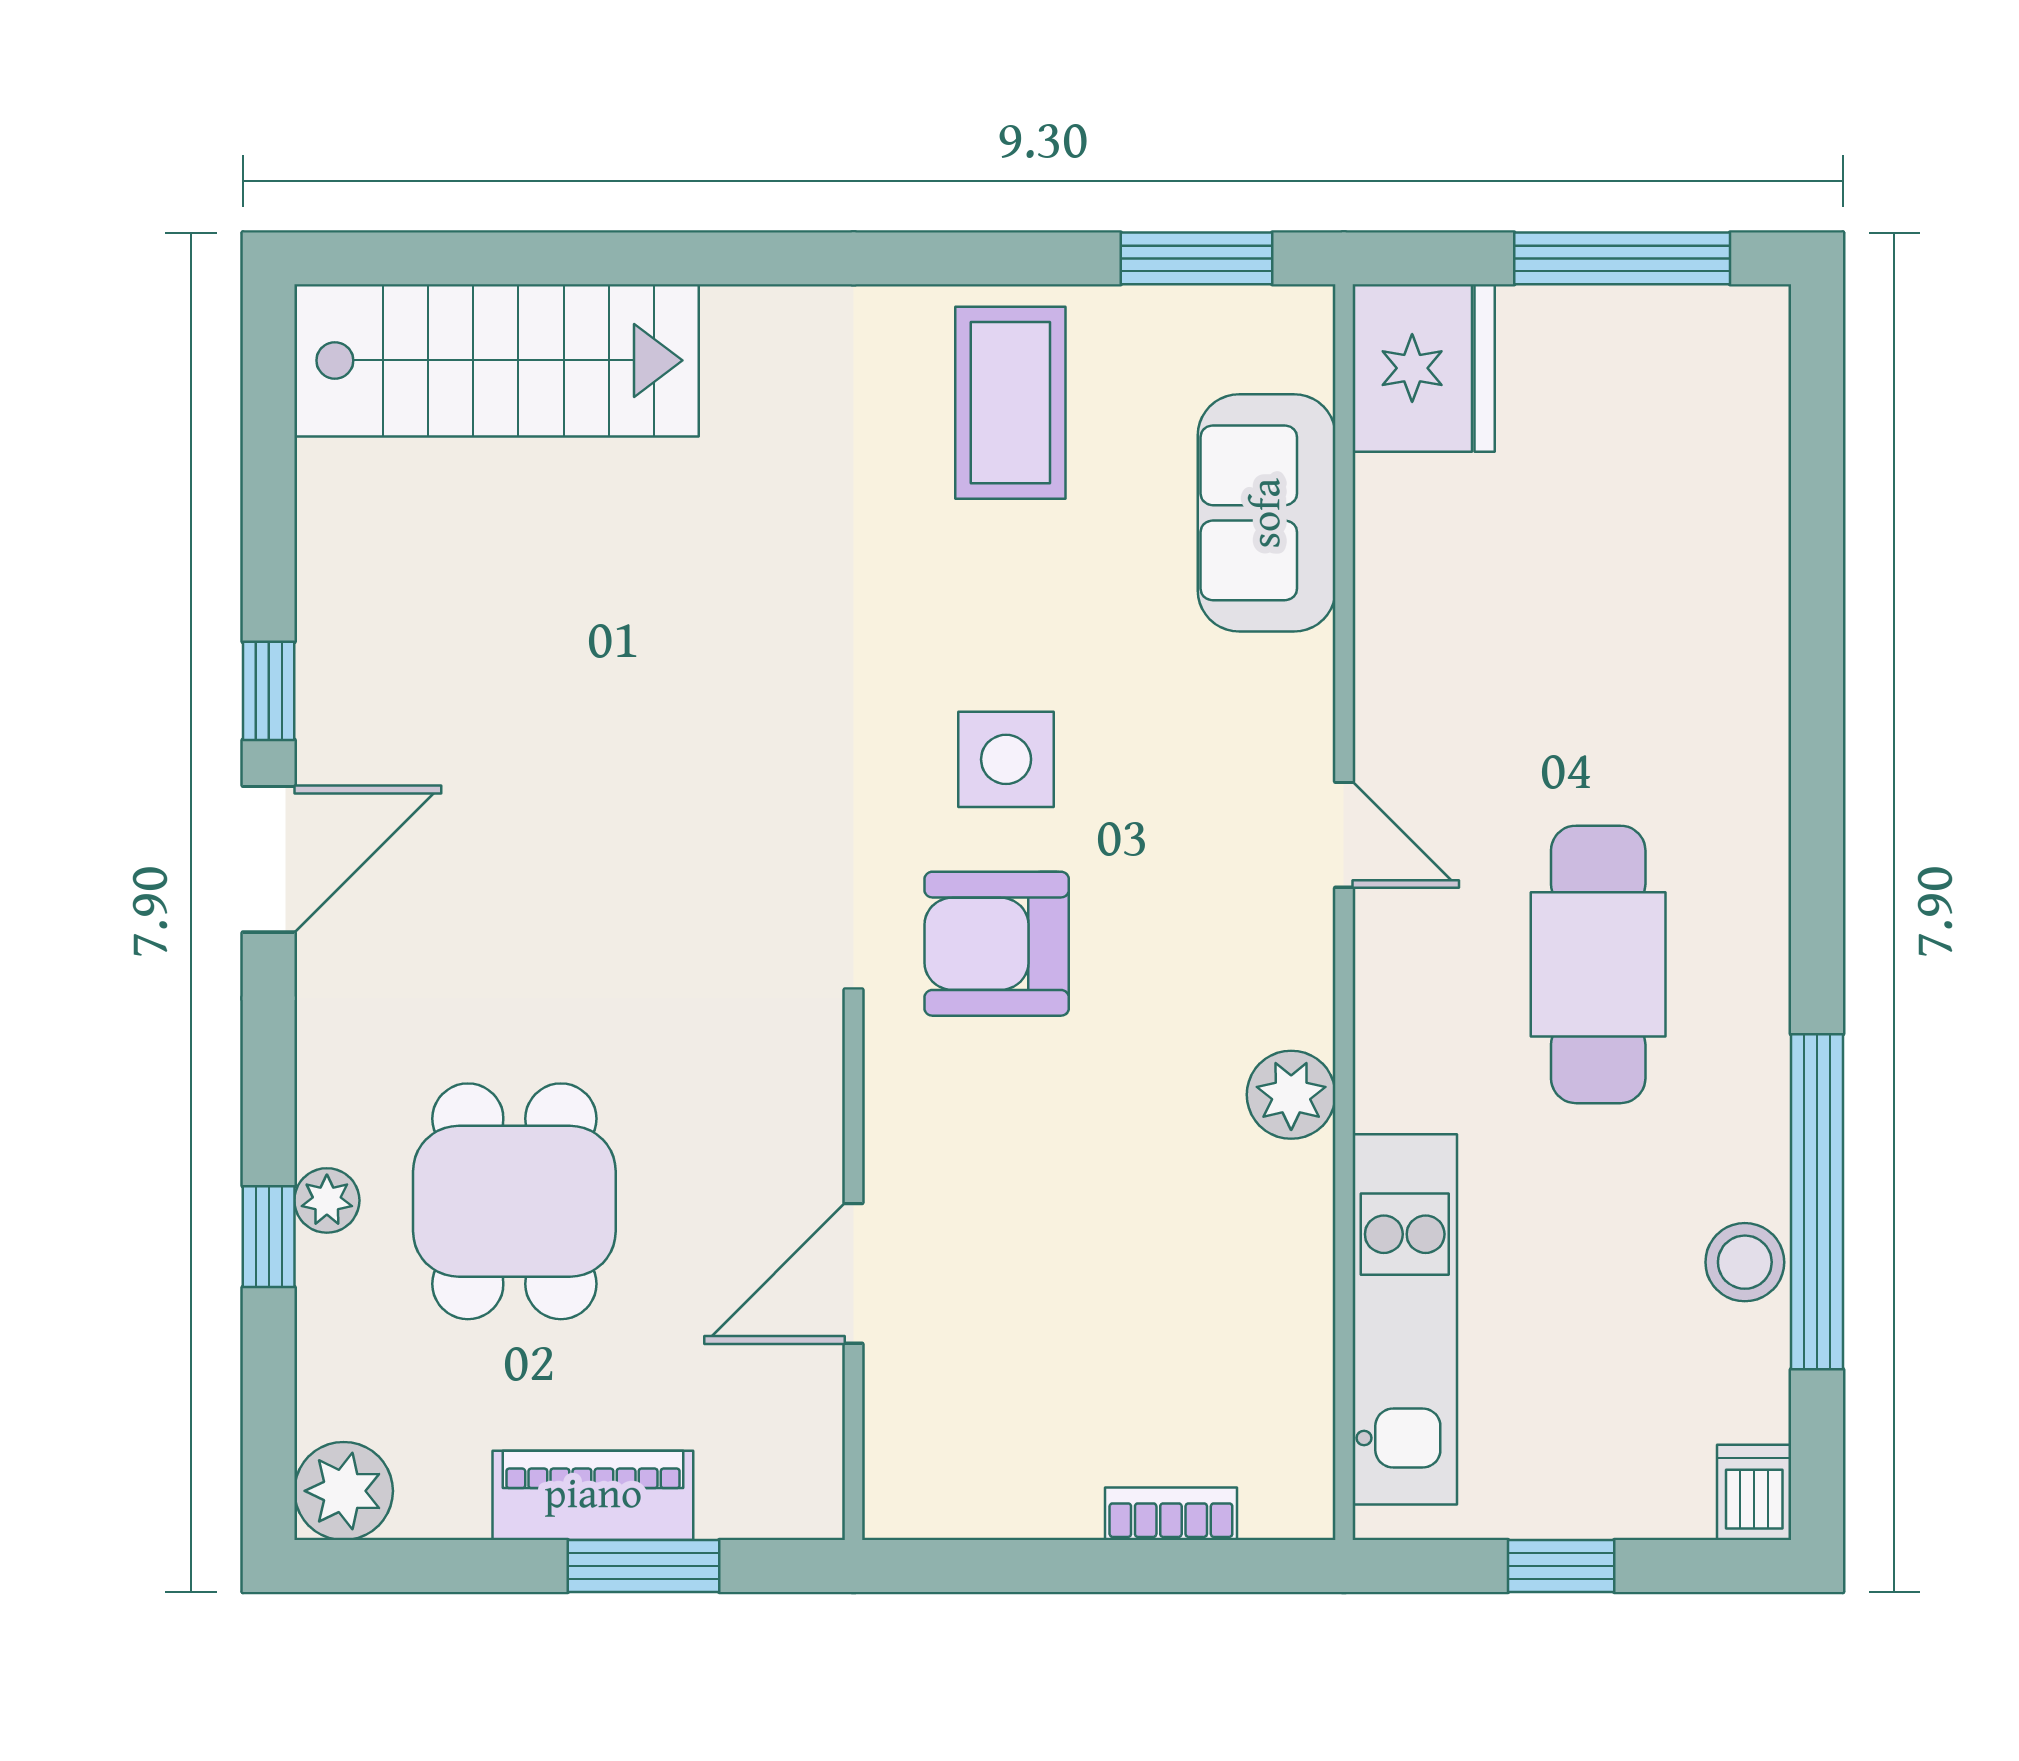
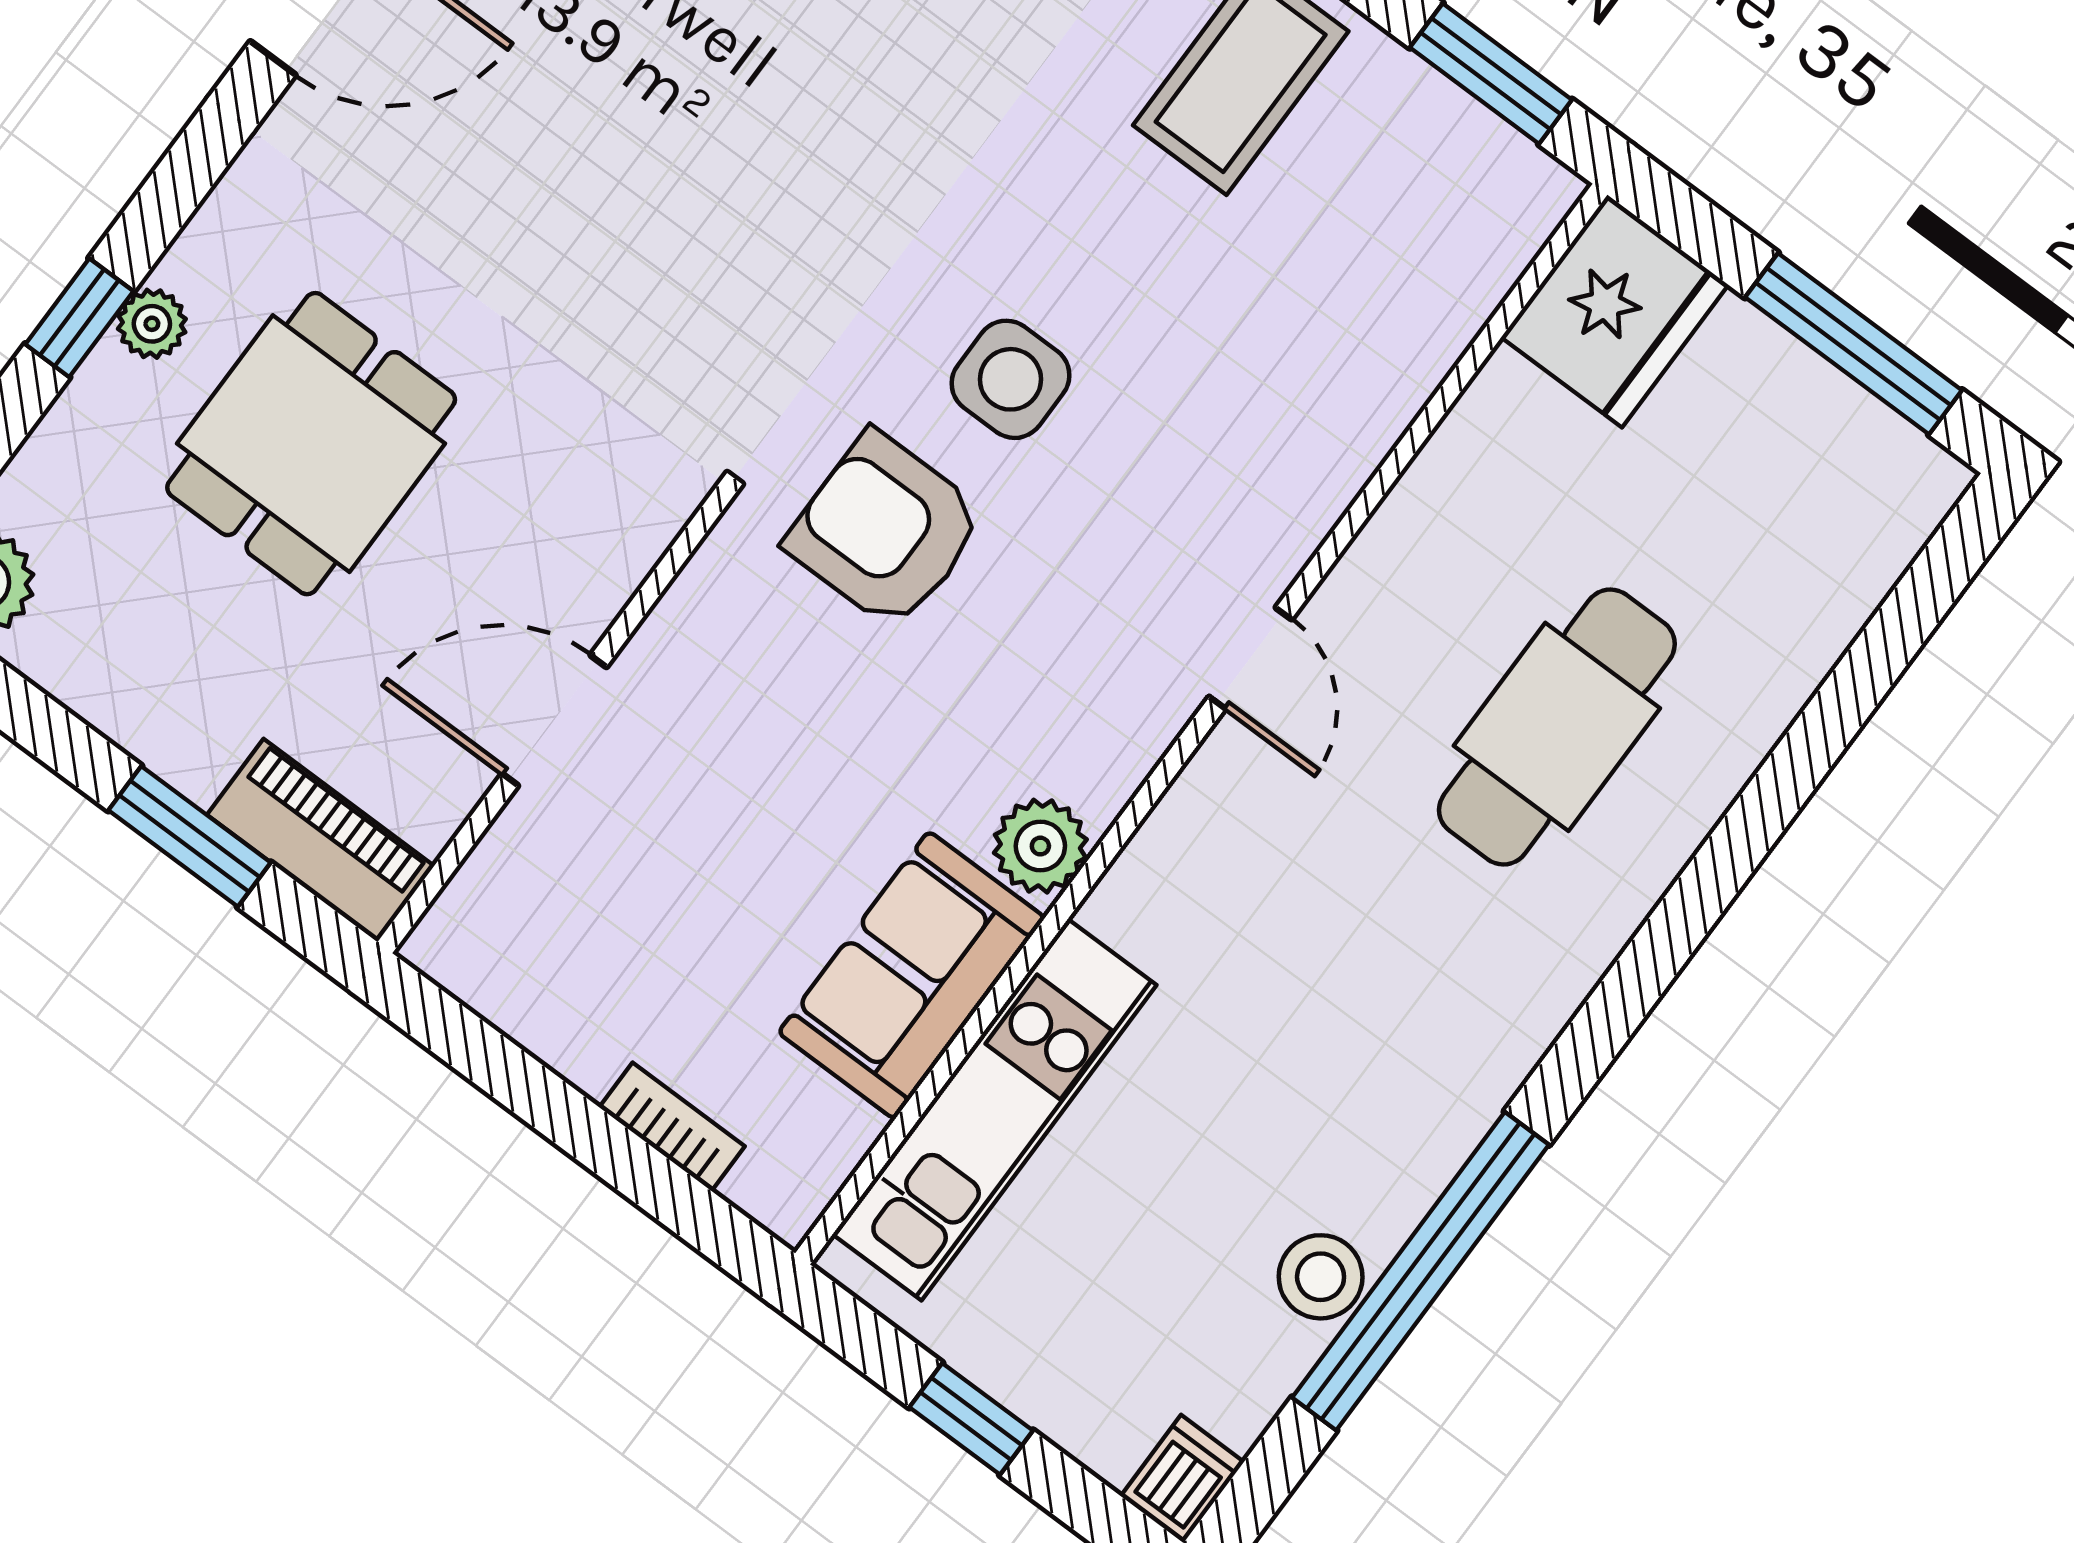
sofa: (1267, 513) -> (912, 975), moved
cafe table: (1598, 964) -> (1557, 727), moved
piano: (593, 1495) -> (321, 840), moved

